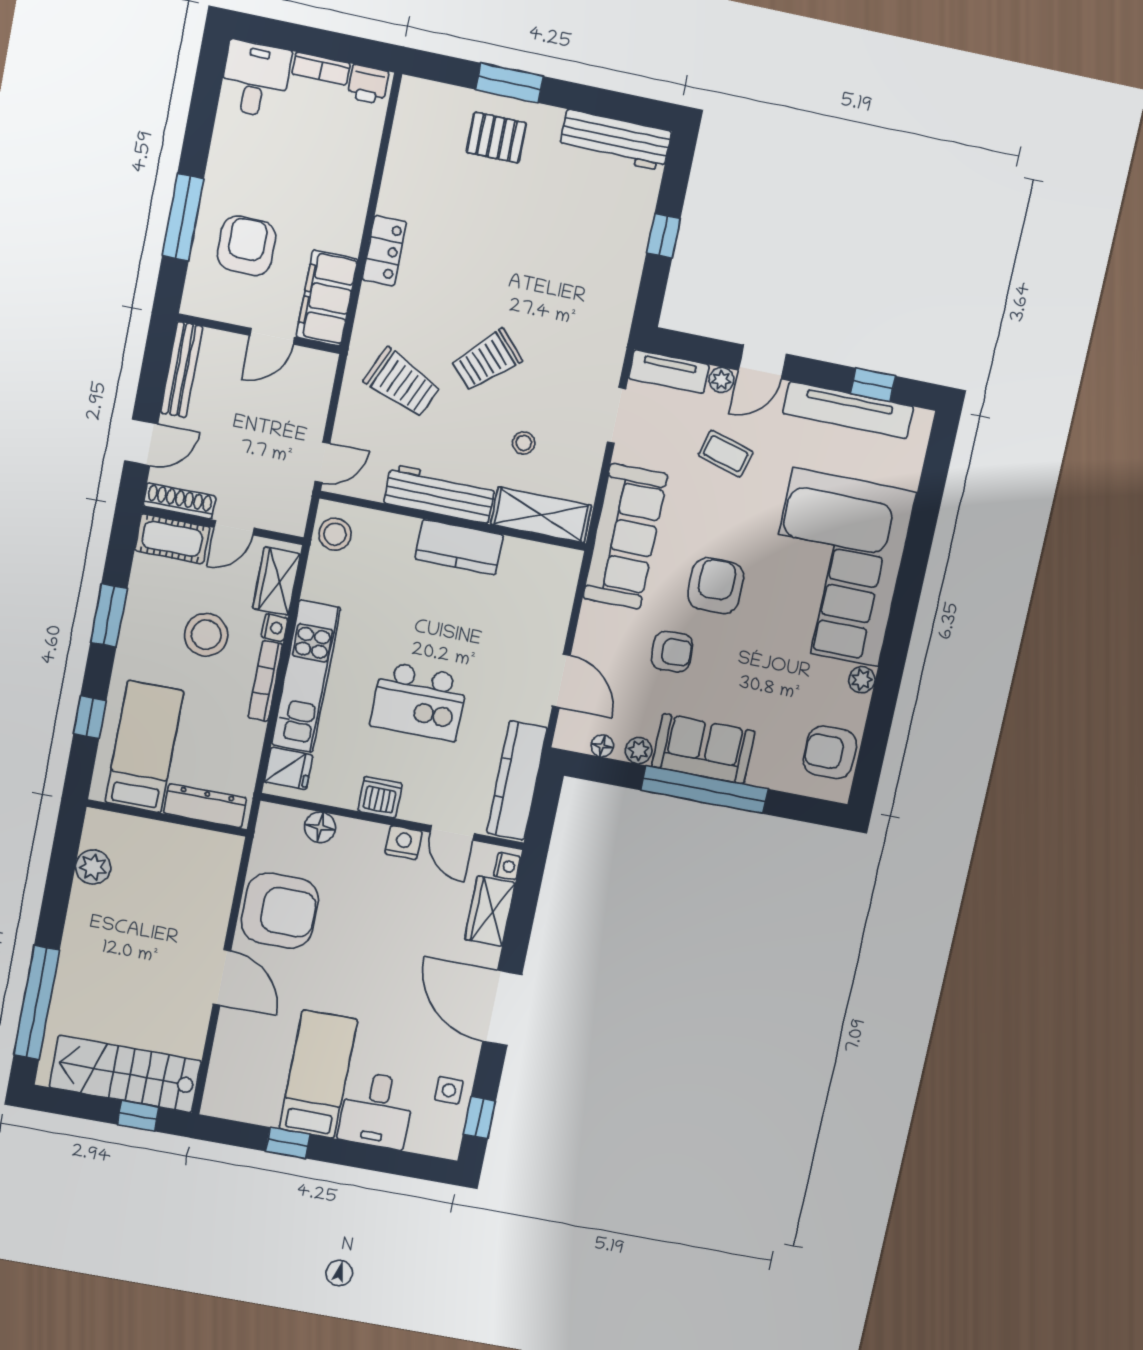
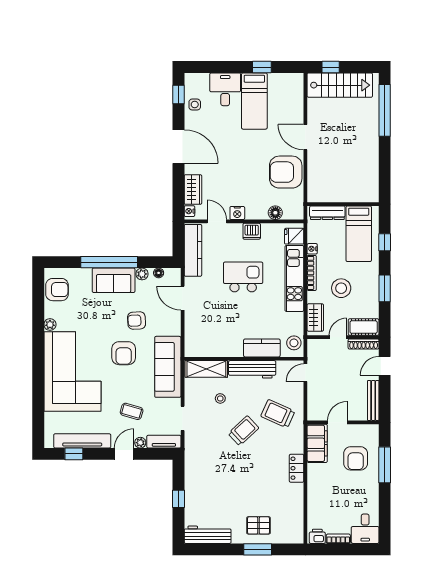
kitchen counter: (459, 547) -> (262, 348), moved
nightstand: (274, 628) -> (312, 249), moved
plant: (93, 867) -> (371, 176), removed

